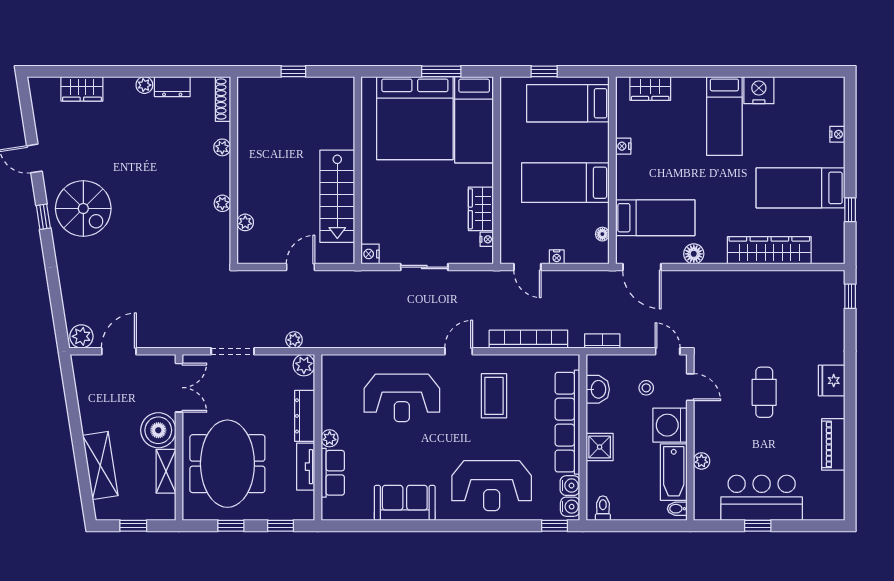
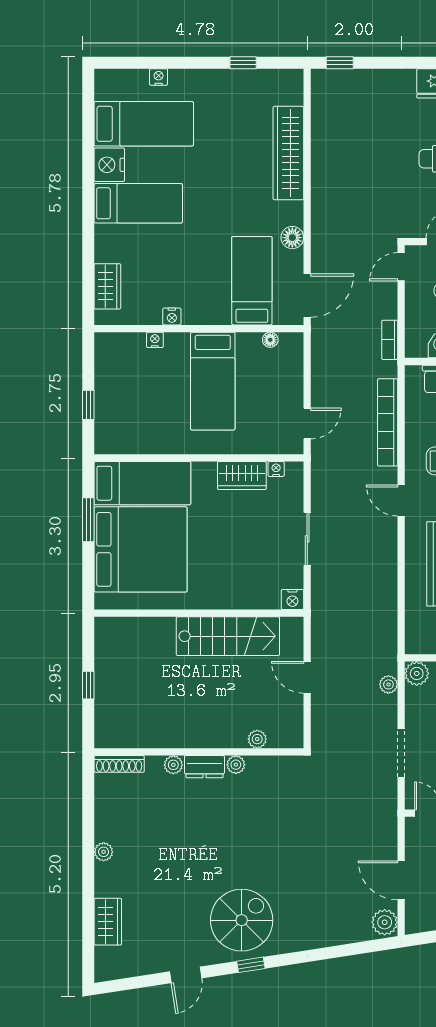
dresser: (172, 87) -> (204, 767), moved, turned 90
bed: (568, 103) -> (124, 378), removed
bed: (800, 188) -> (144, 124), moved, turned -90
nightstand: (557, 257) -> (155, 340), moved, turned -90

